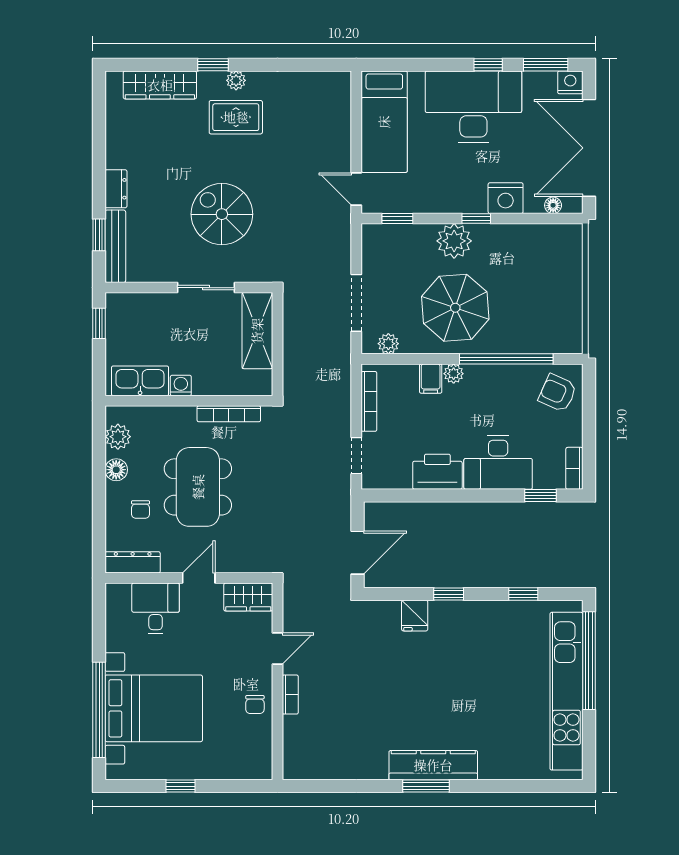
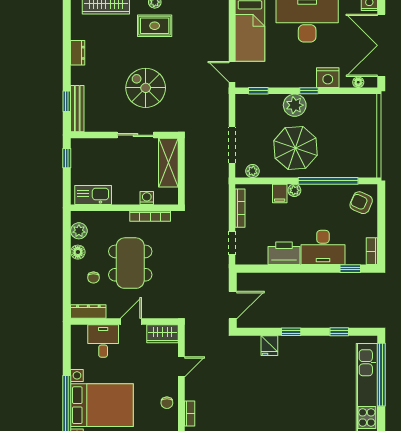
dresser: (116, 189) -> (78, 53), moved
washing machine: (181, 385) -> (147, 198), moved
bookcase: (290, 695) -> (190, 413), moved

